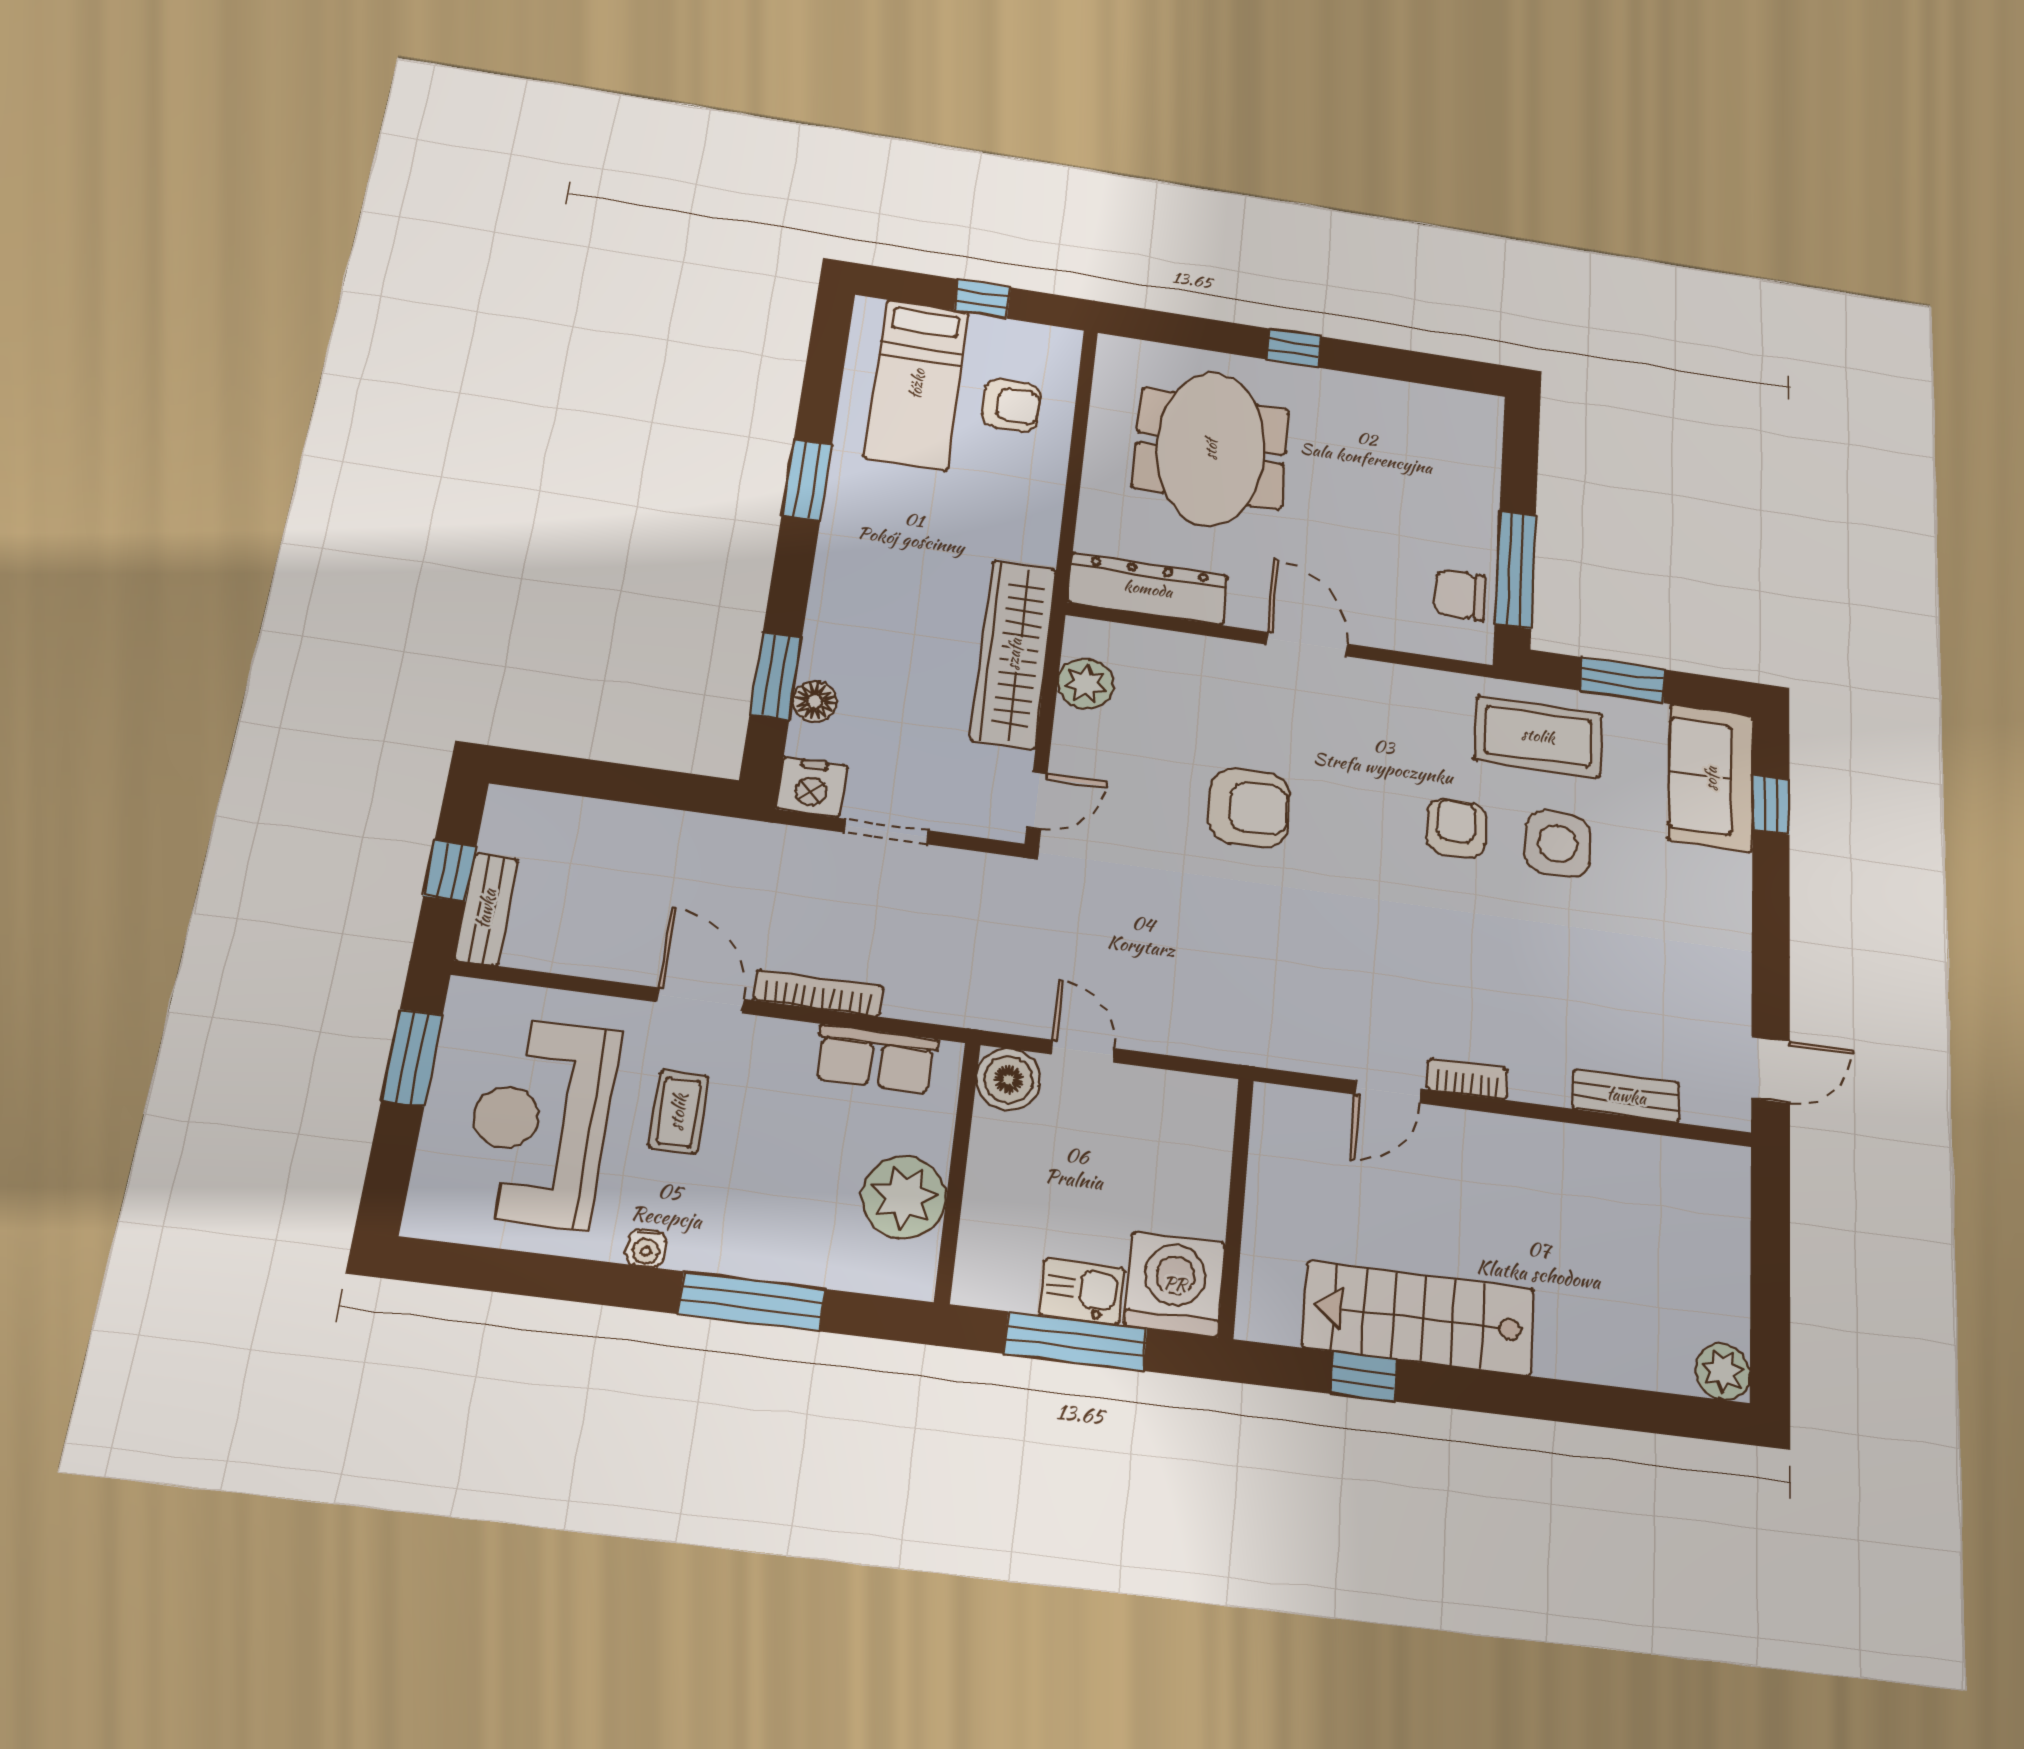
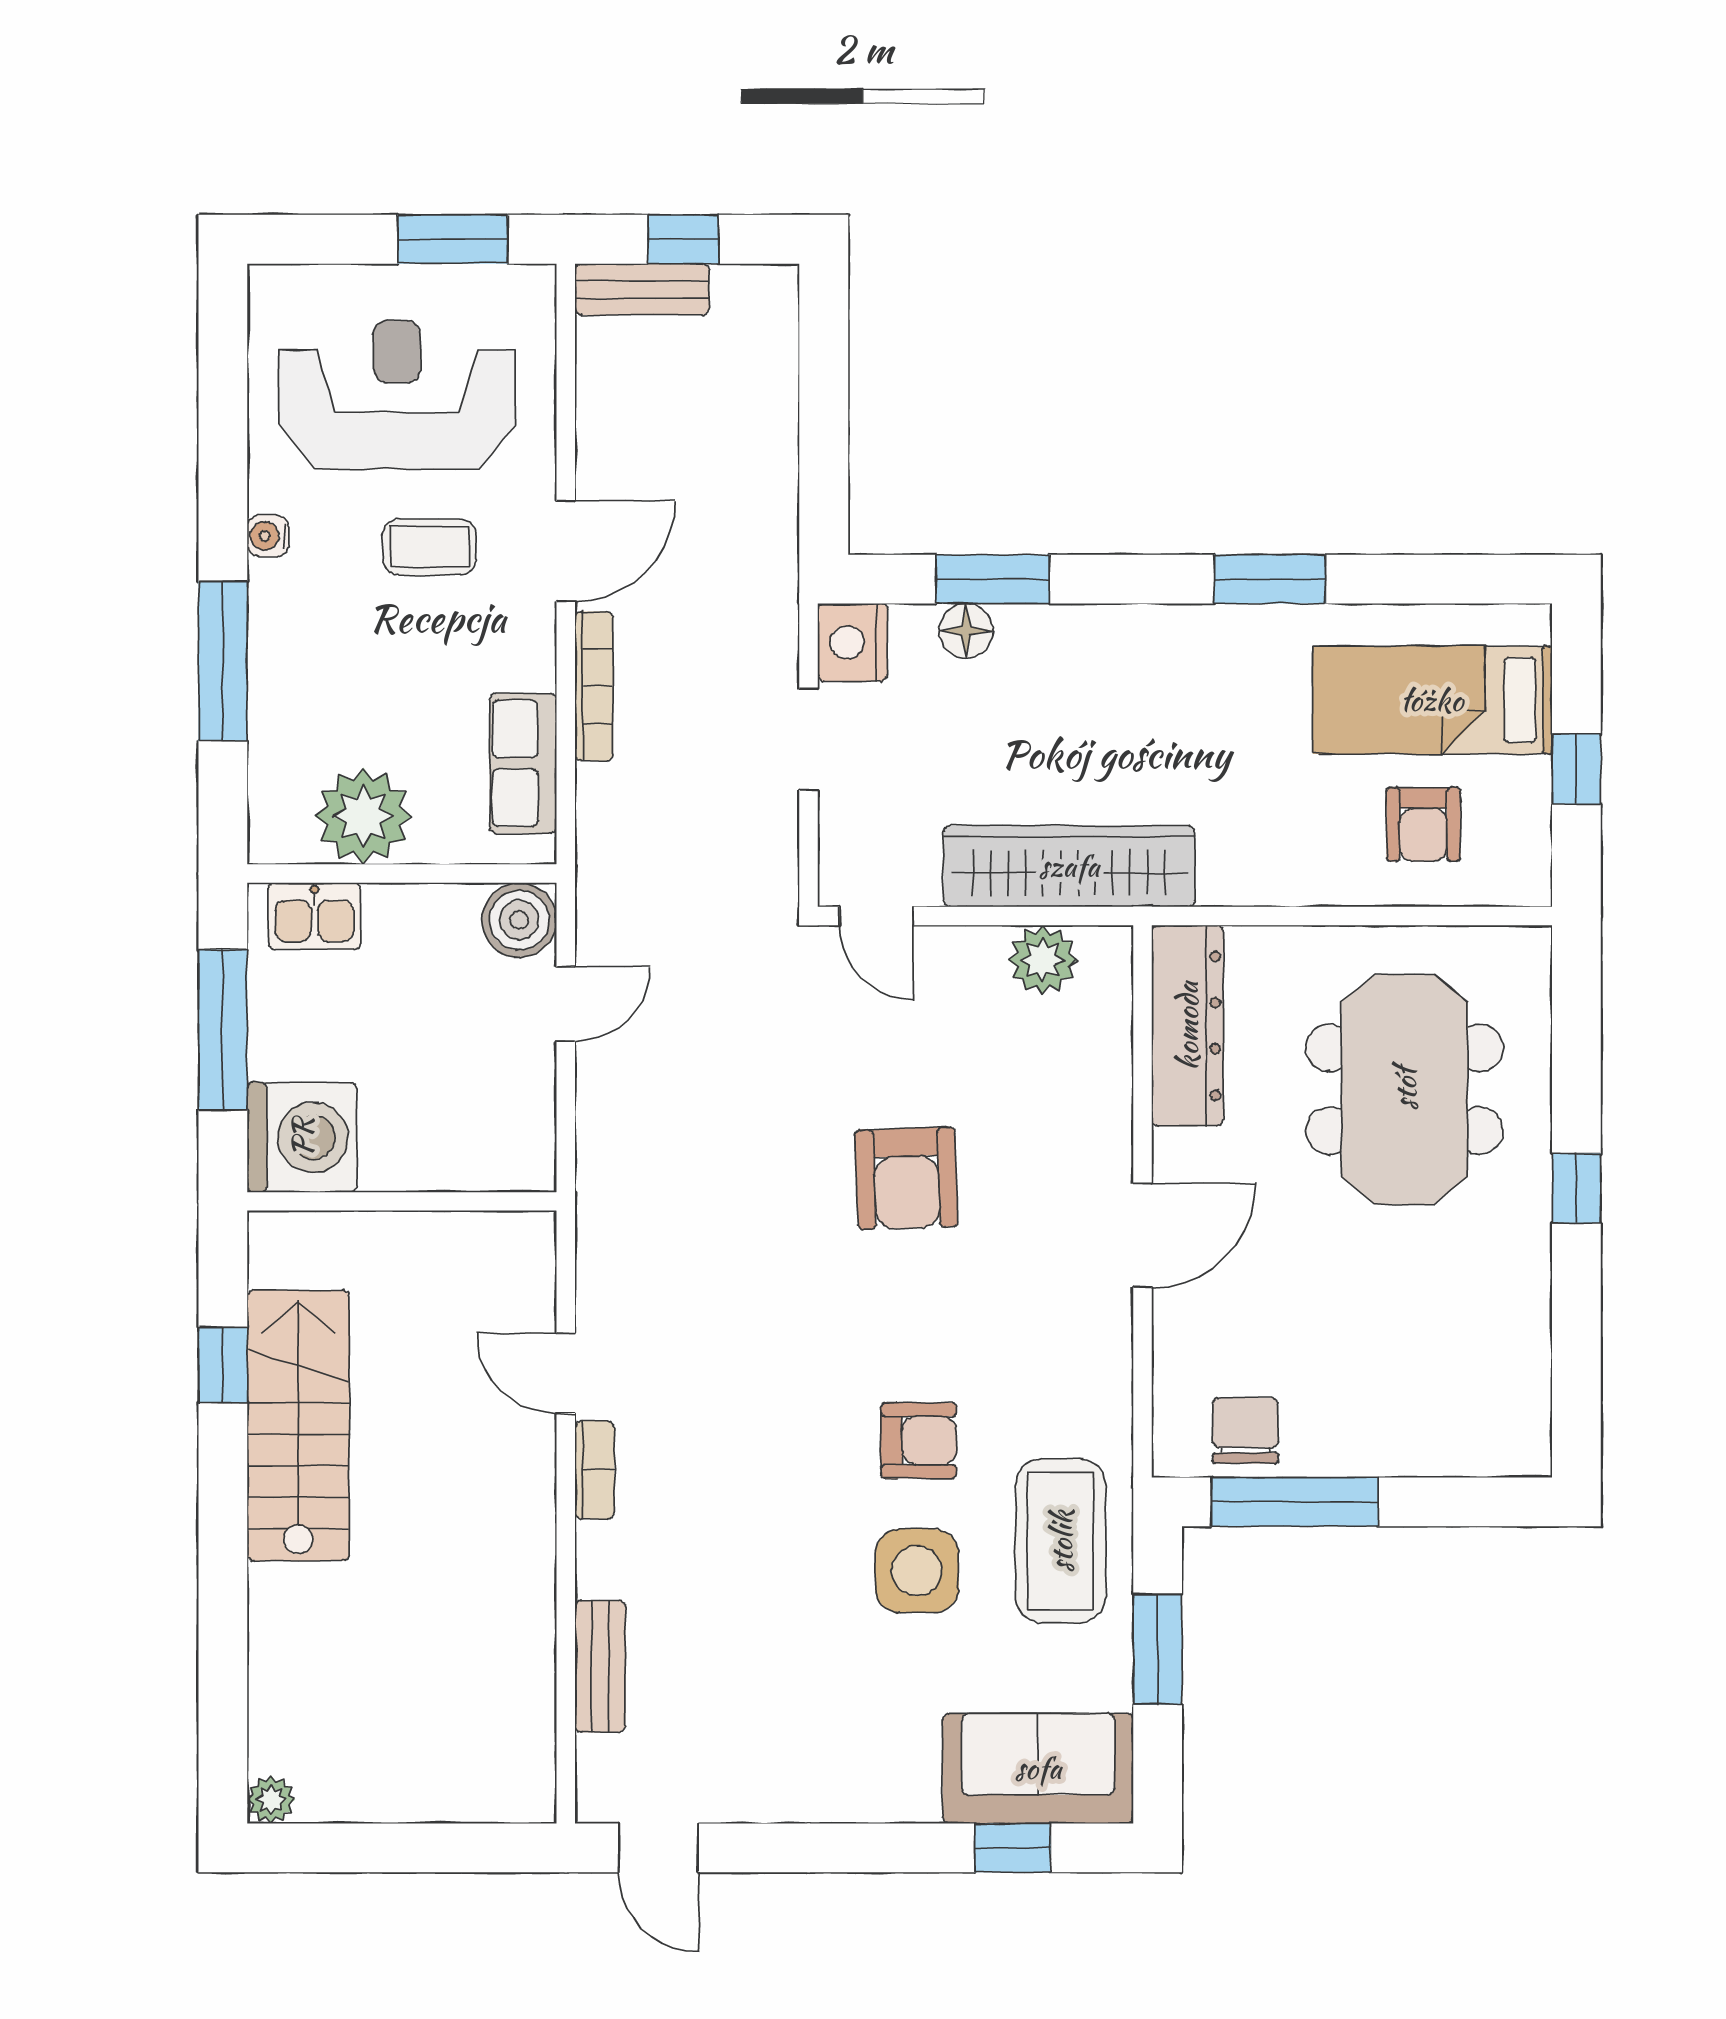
meeting table: (1211, 449) -> (1405, 1089), turned 90
kitchen sink: (1082, 1291) -> (314, 916), moved, turned 90
plant: (1723, 1372) -> (271, 1800), width x0.73, depth x0.73

